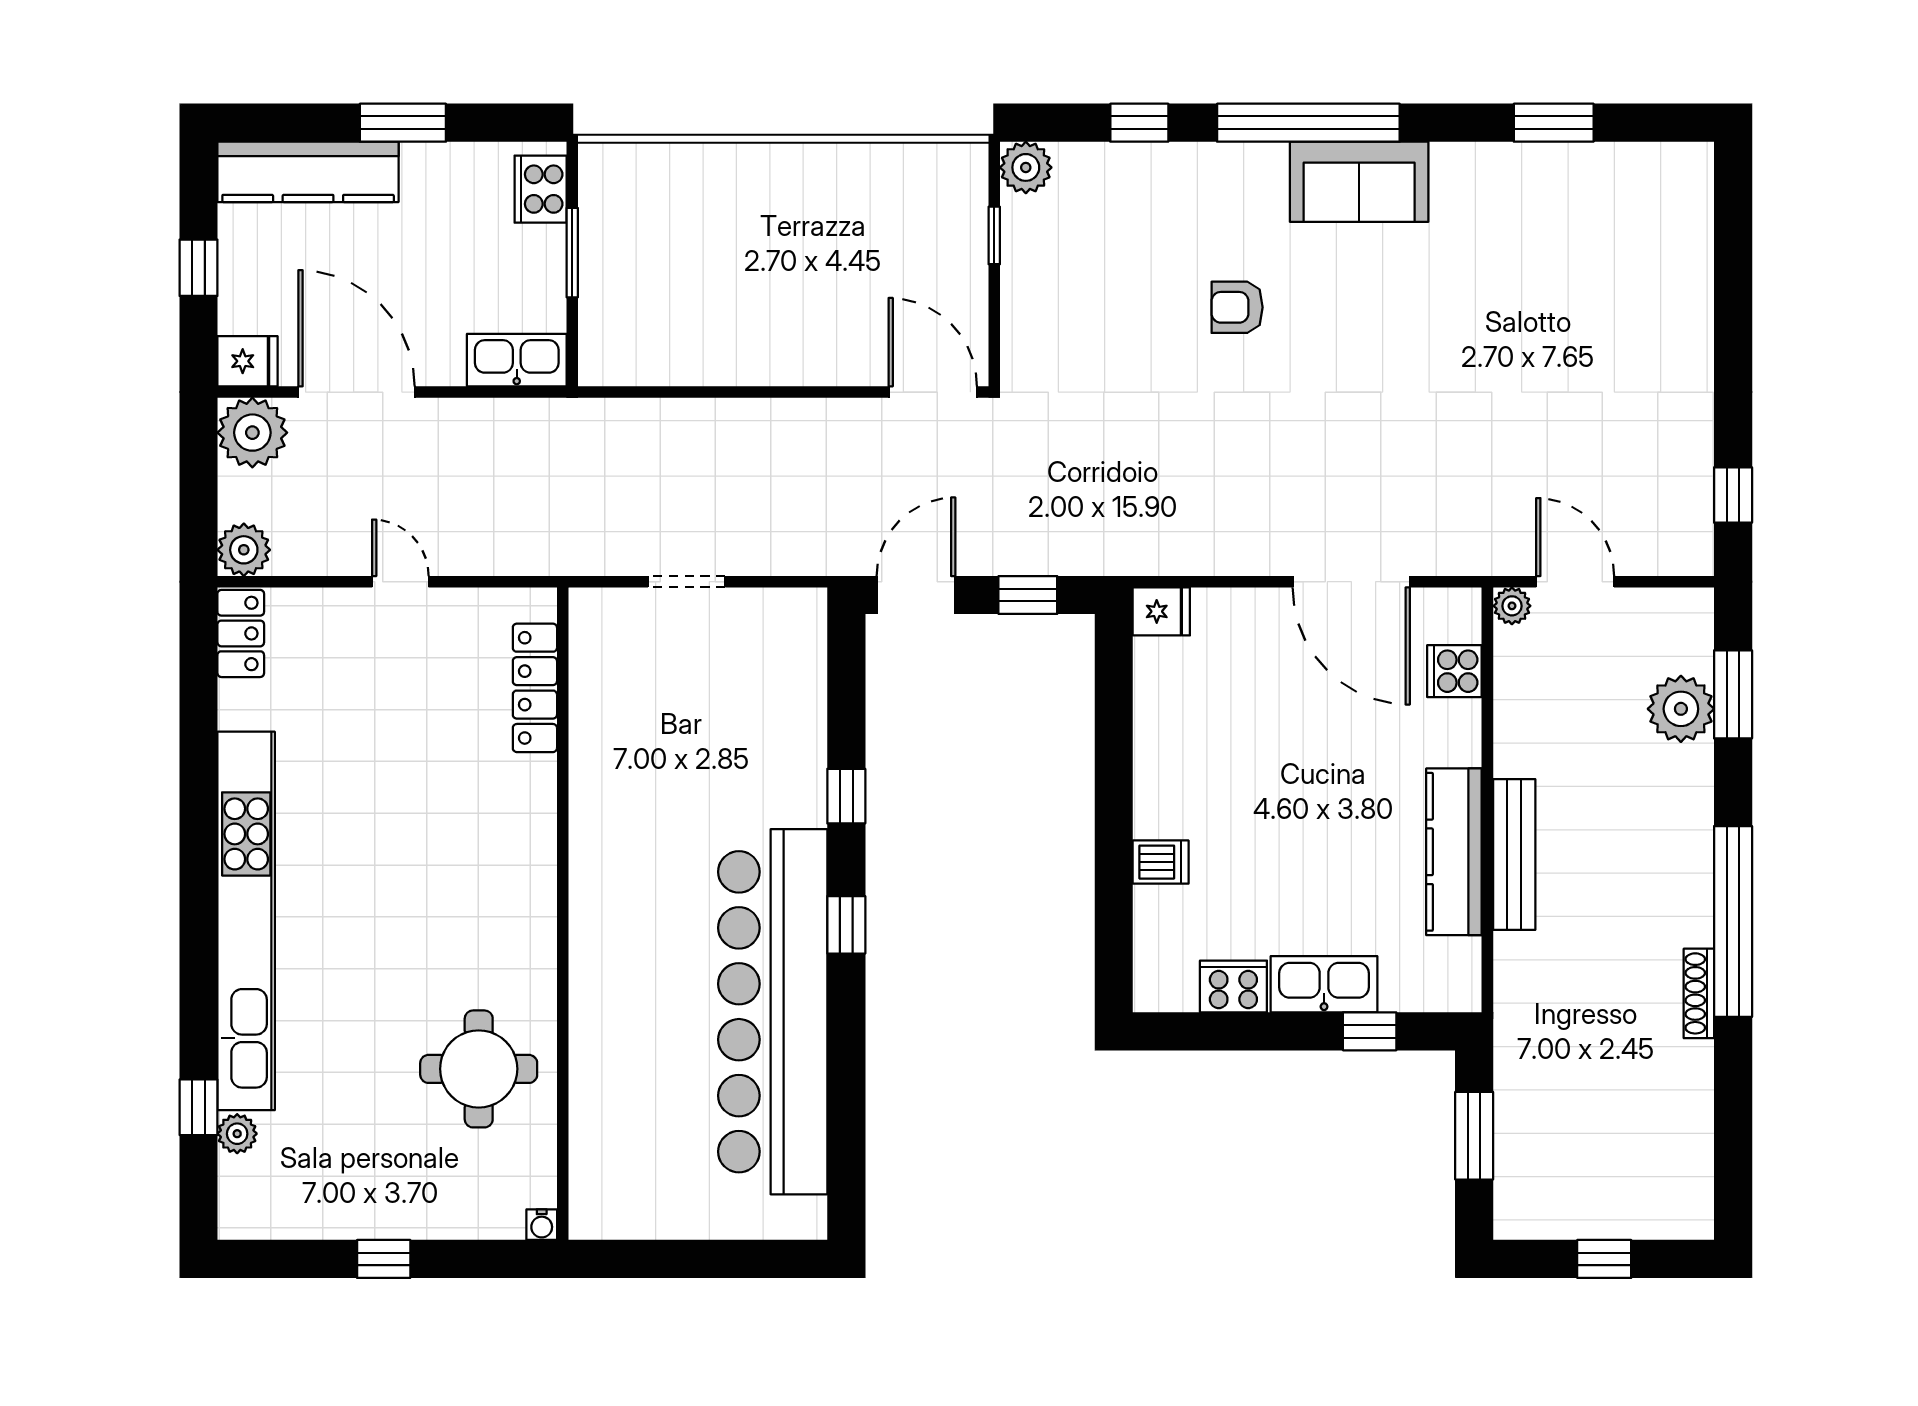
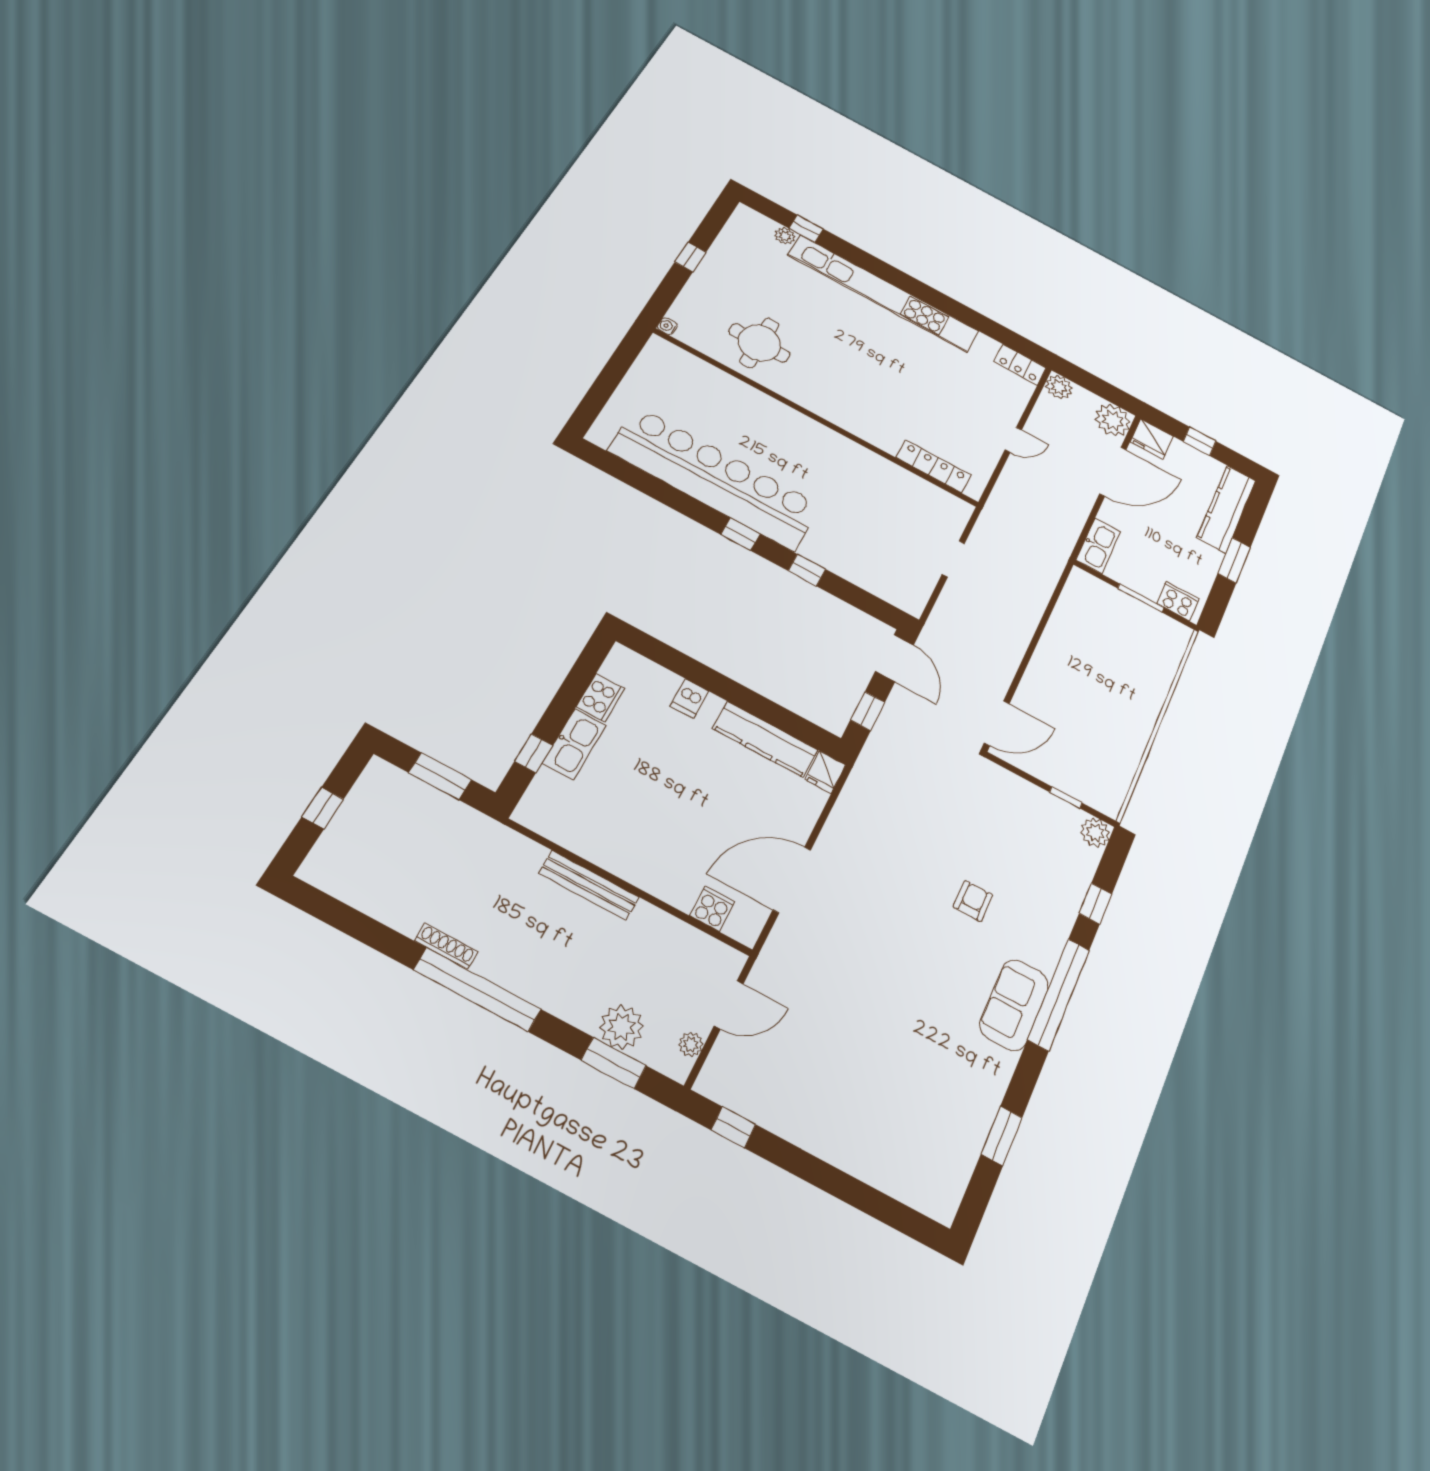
fridge: (248, 361) -> (1152, 439), width x1.38
plant: (1512, 606) -> (691, 1044), moved
kitchen counter: (1454, 852) -> (765, 739), moved, turned 180

